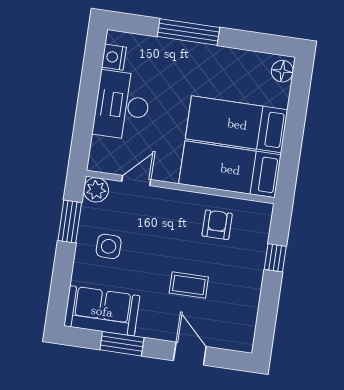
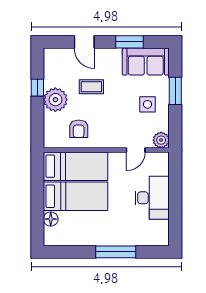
nightstand: (114, 57) -> (162, 228), removed
floor lamp: (282, 71) -> (51, 219), moved
window: (70, 222) -> (175, 91), moved
window: (275, 258) -> (37, 88), moved
plant: (245, 274) -> (55, 100), added

